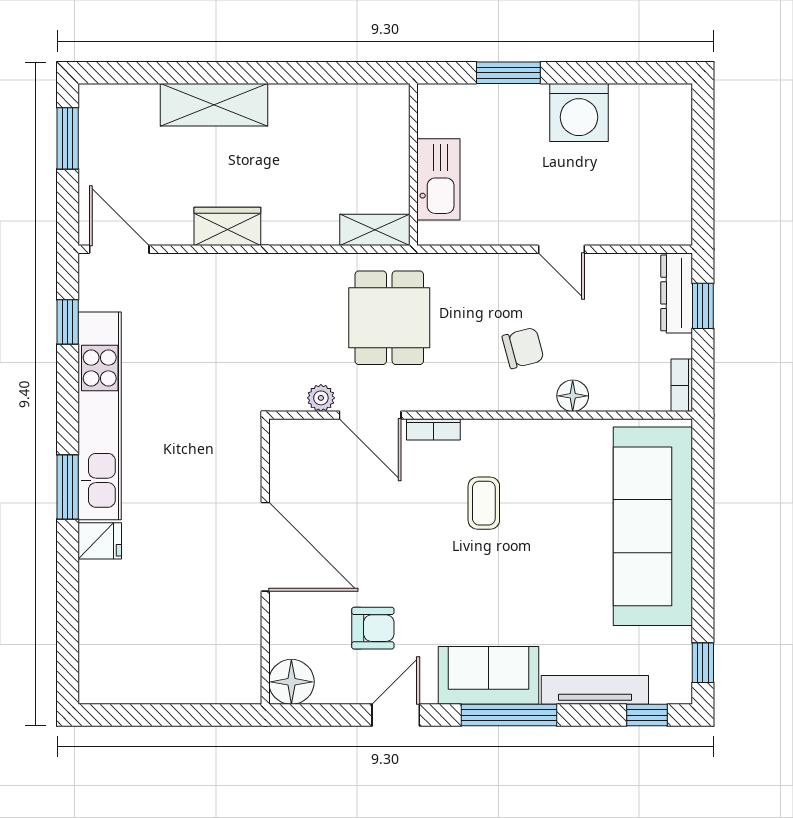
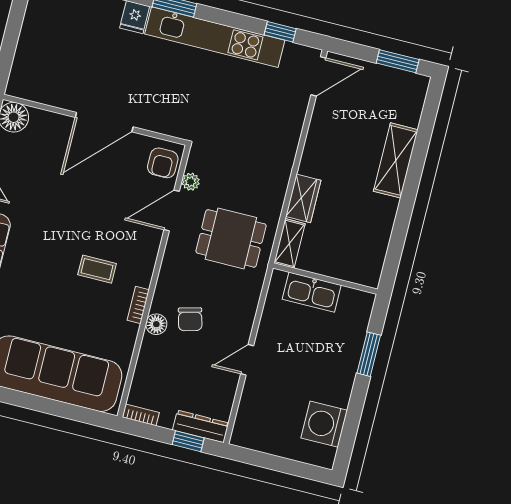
washing machine: (579, 112) -> (324, 424), moved
wardrobe: (227, 226) -> (303, 198), moved
floor lamp: (573, 396) -> (156, 324), moved
bookcase: (433, 429) -> (138, 305), moved
armchair: (373, 628) -> (163, 163), moved

